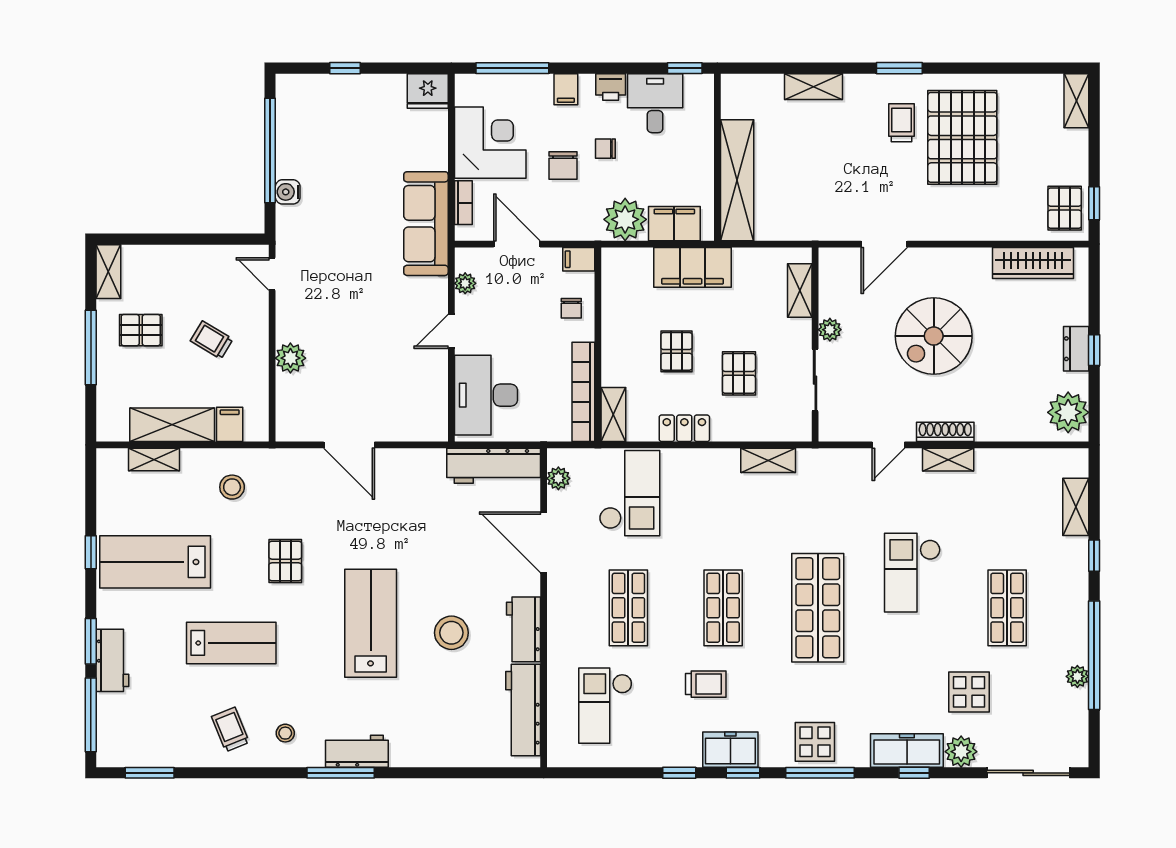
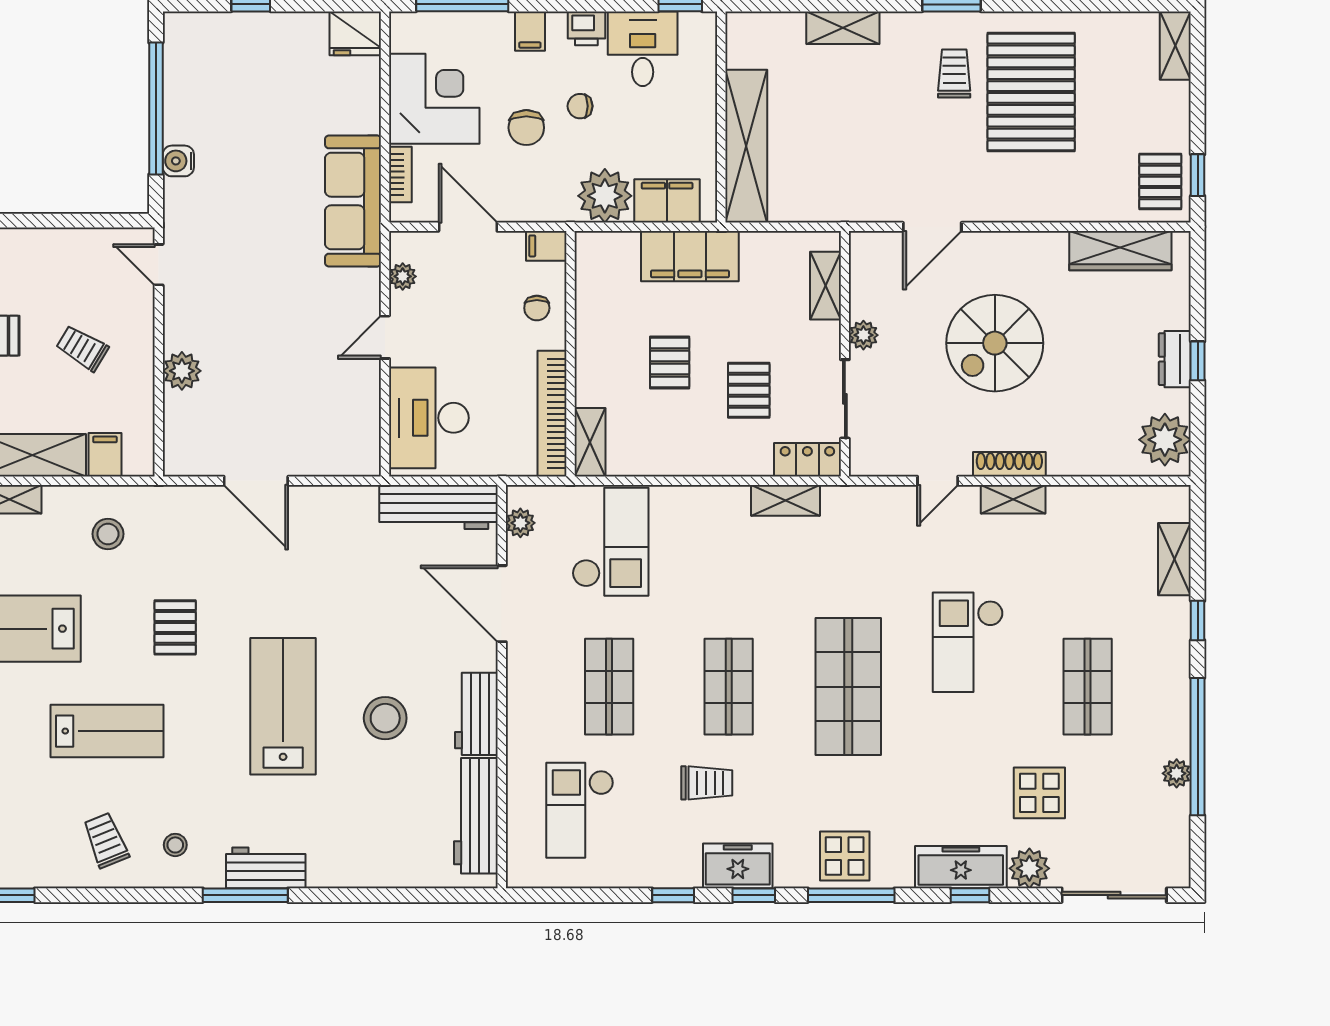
locker: (684, 428) -> (807, 460), moved

